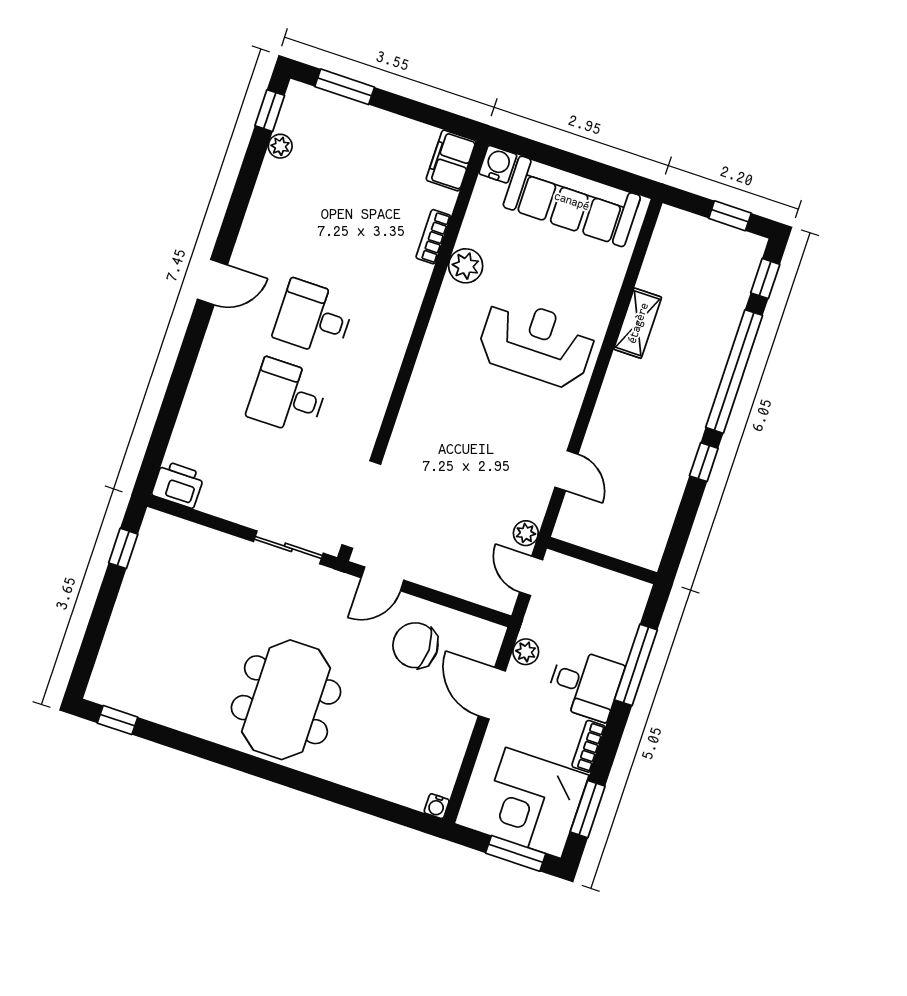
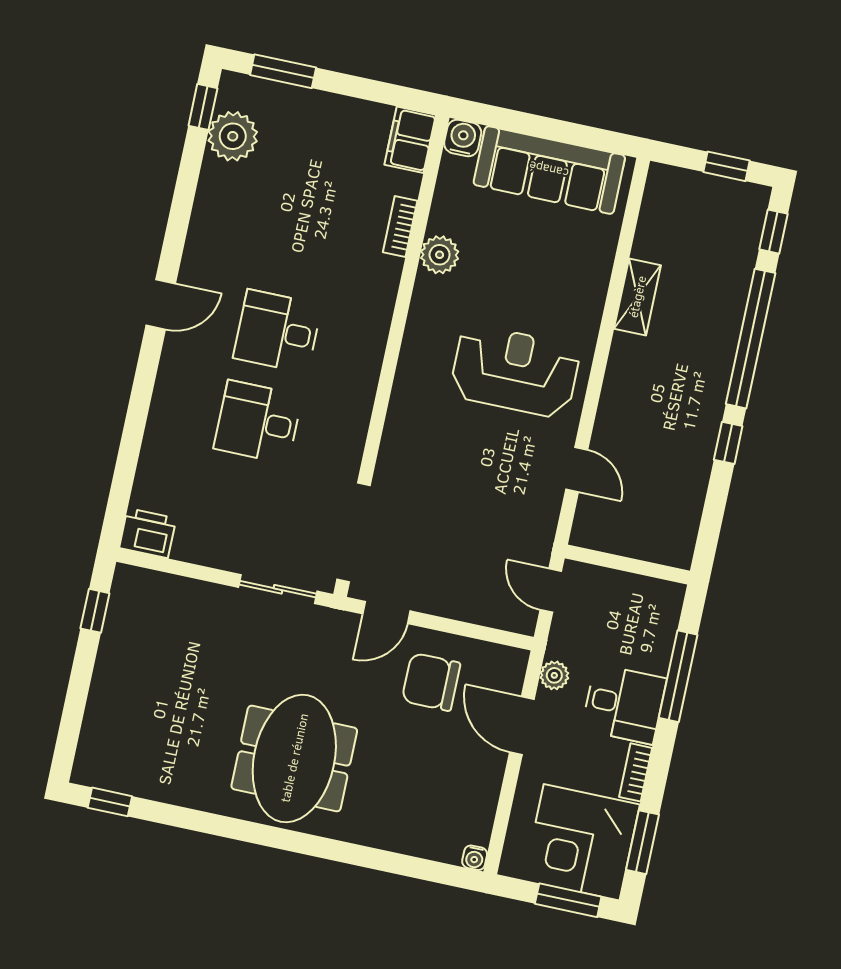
plant: (280, 146) -> (233, 136), width x1.88, depth x1.88
reception desk: (536, 343) -> (515, 371), moved
plant: (526, 533) -> (540, 544), removed

